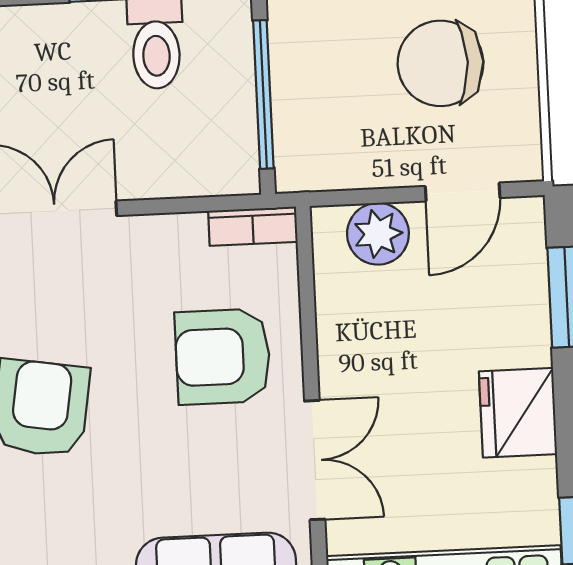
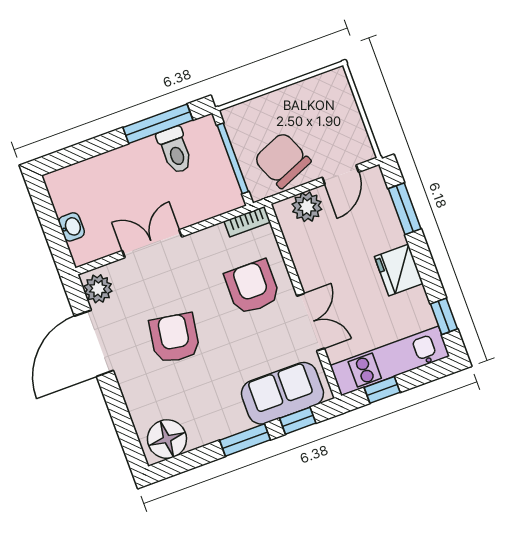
chair: (440, 63) -> (282, 160), moved, turned 67
armchair: (223, 357) -> (252, 287), turned 90

